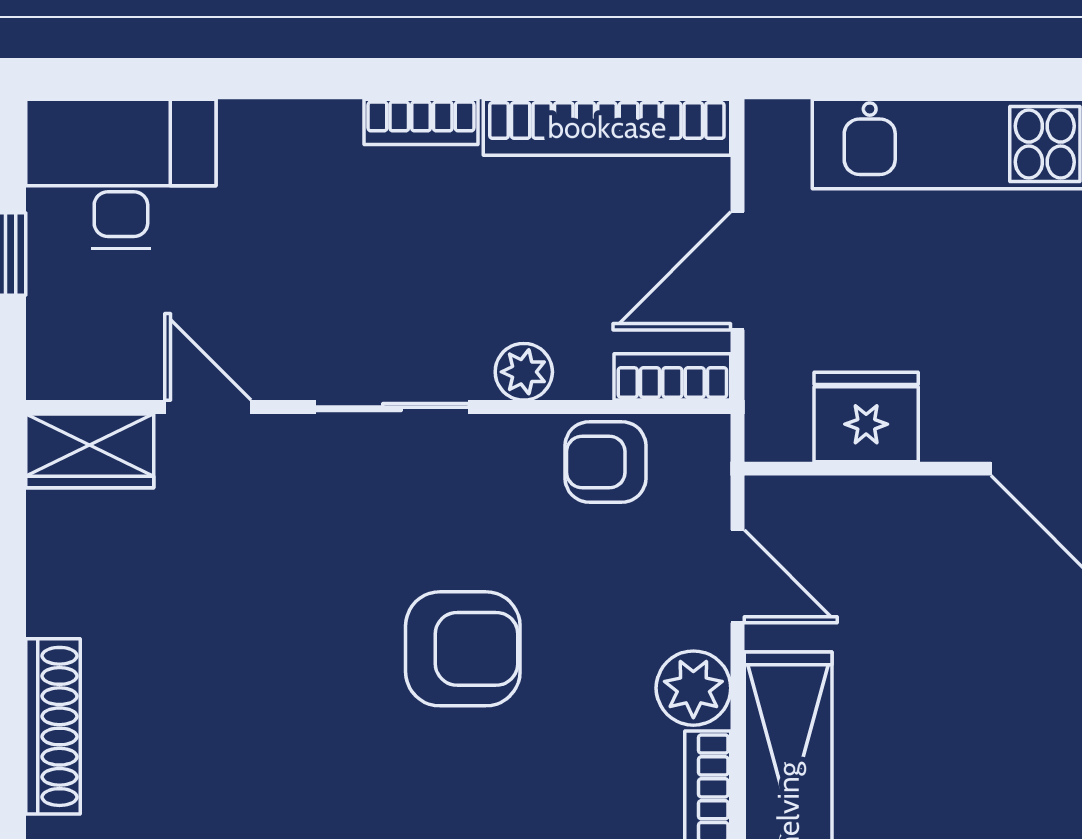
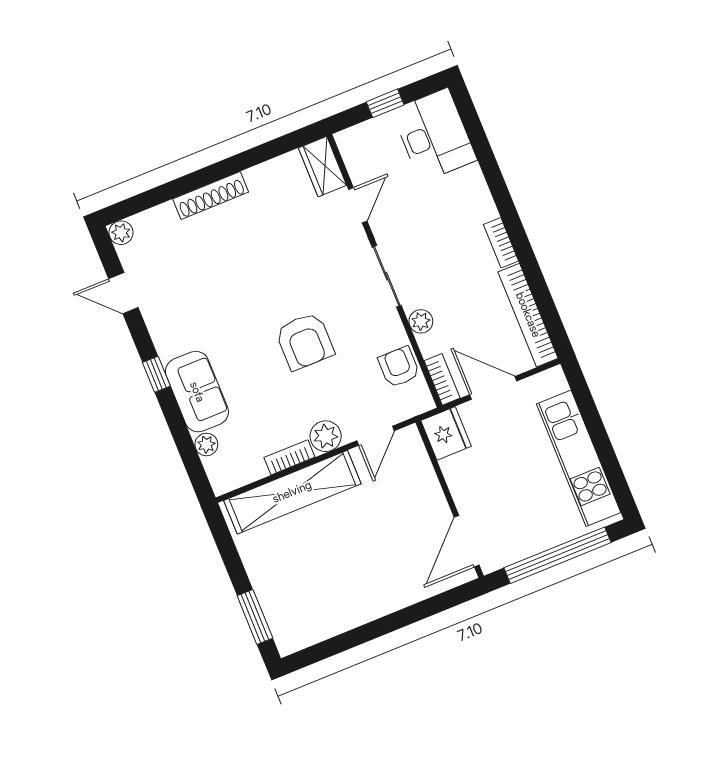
fridge: (866, 417) -> (446, 433), moved

